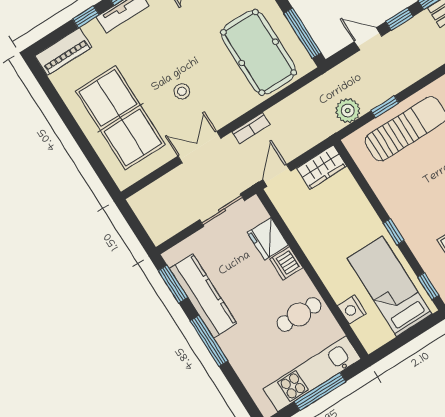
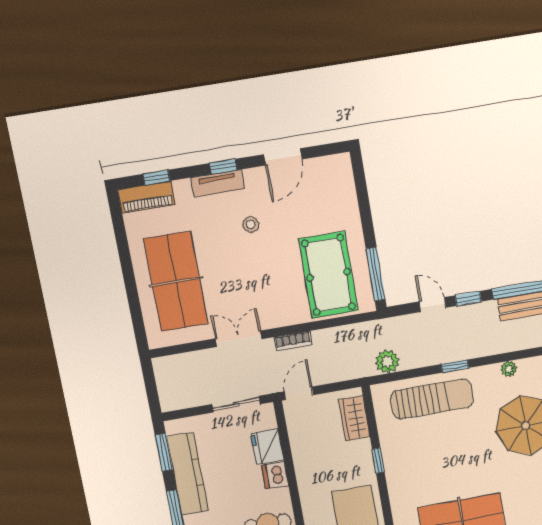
window: (86, 17) -> (156, 177), moved
stool: (182, 91) -> (251, 224), moved
window: (385, 107) -> (455, 366), moved
wardrobe: (322, 167) -> (354, 418), moved, turned 90
window: (394, 232) -> (378, 460), moved

